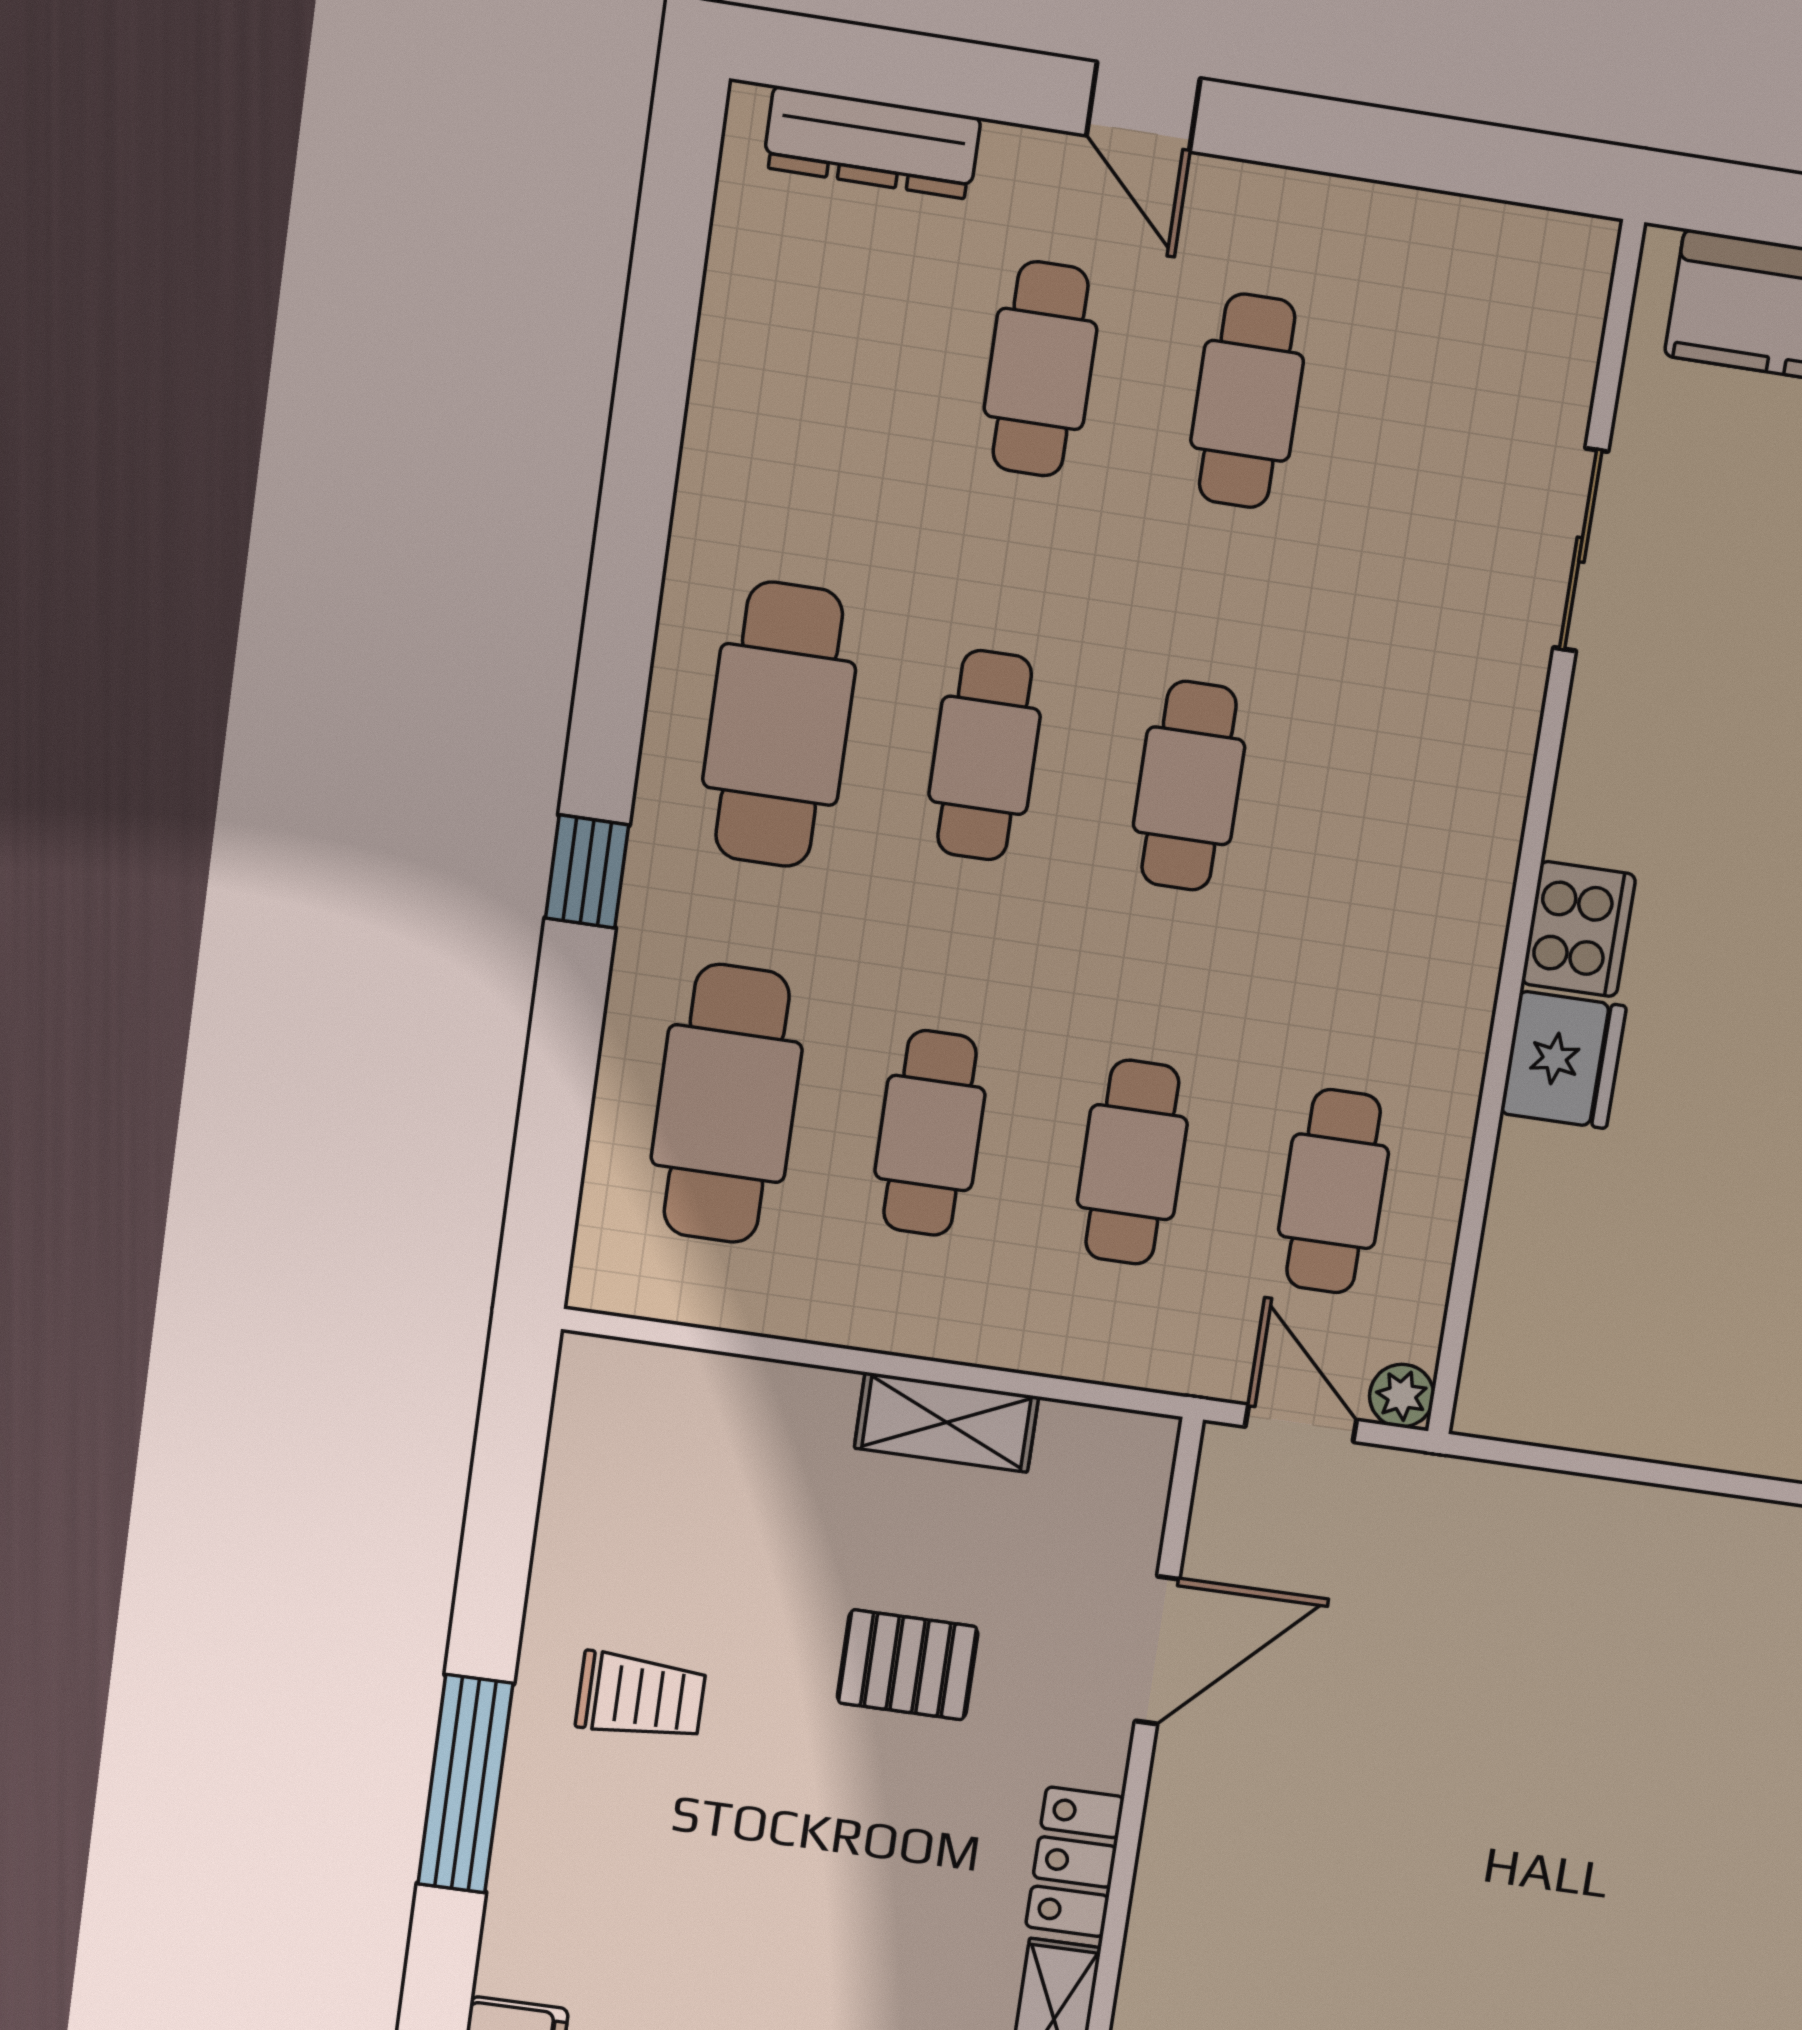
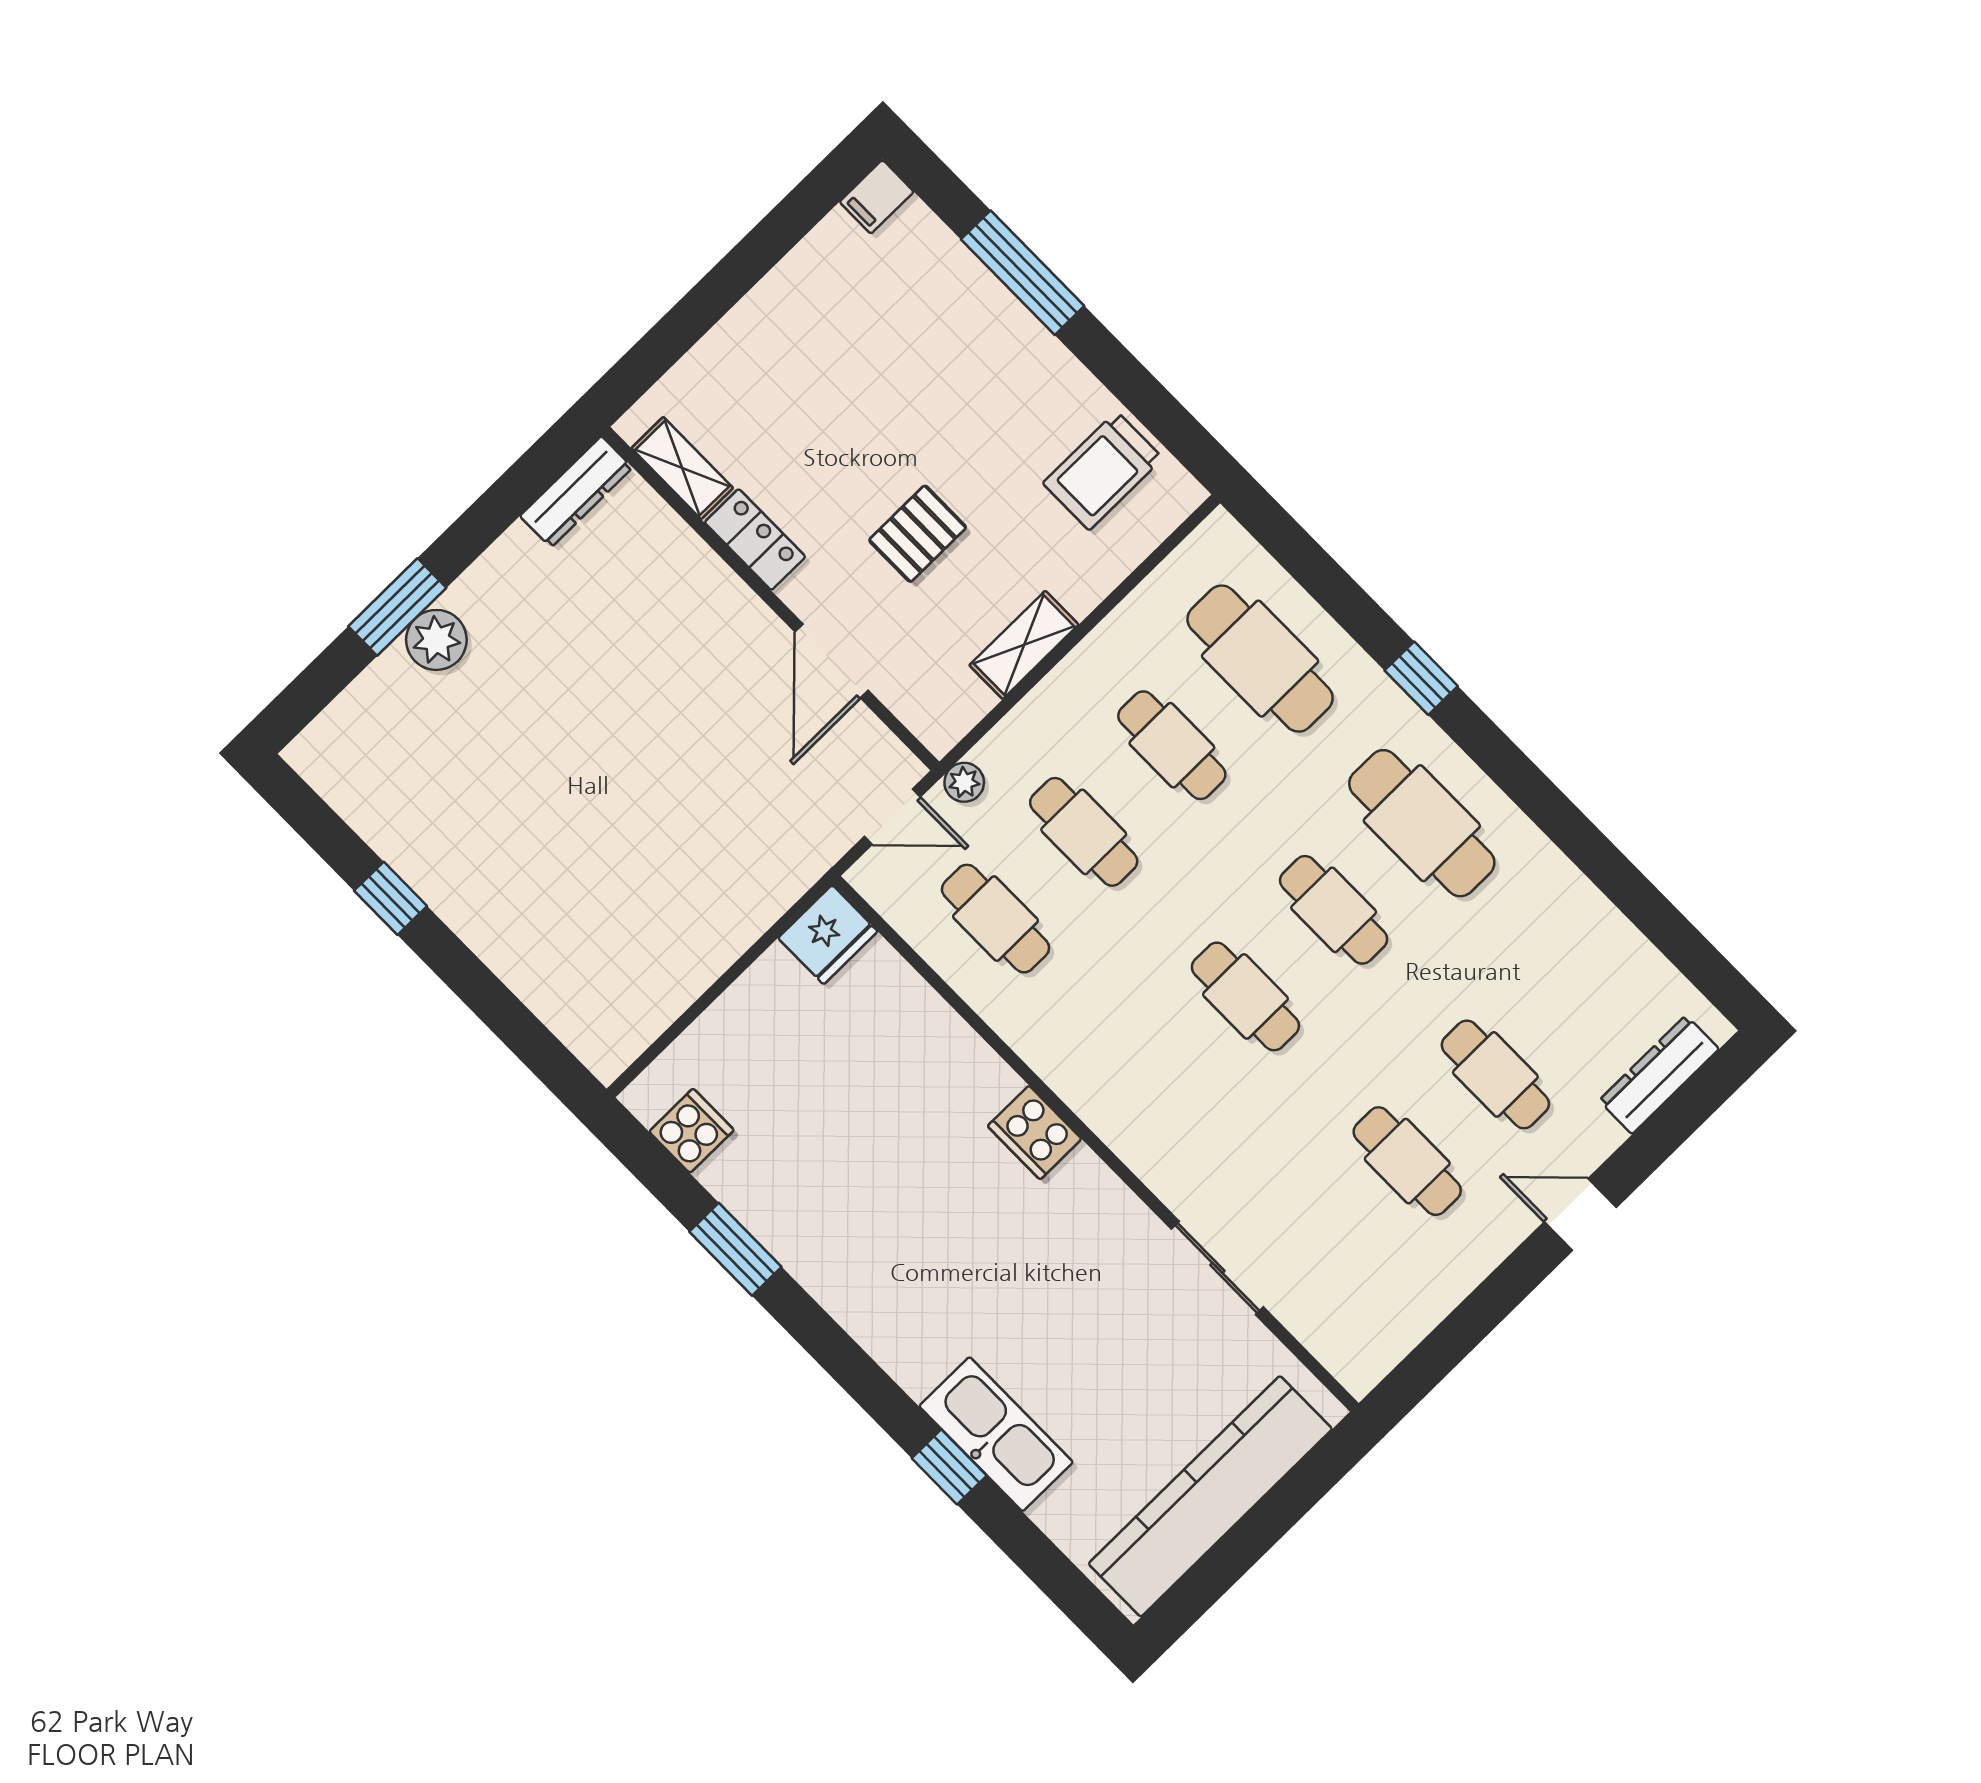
fridge: (1563, 1060) -> (828, 935), moved, turned -90
plant: (1402, 1396) -> (964, 782), moved
trolley: (641, 1696) -> (1103, 471), moved, width x1.36, depth x1.39

